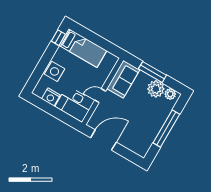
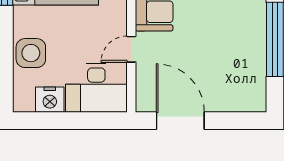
door: (103, 140) -> (180, 121), hinge flipped

